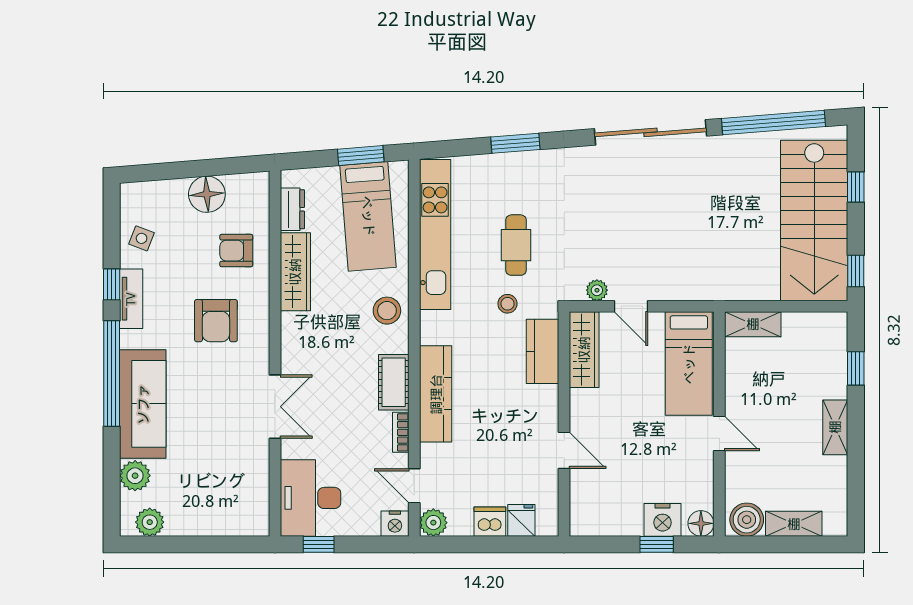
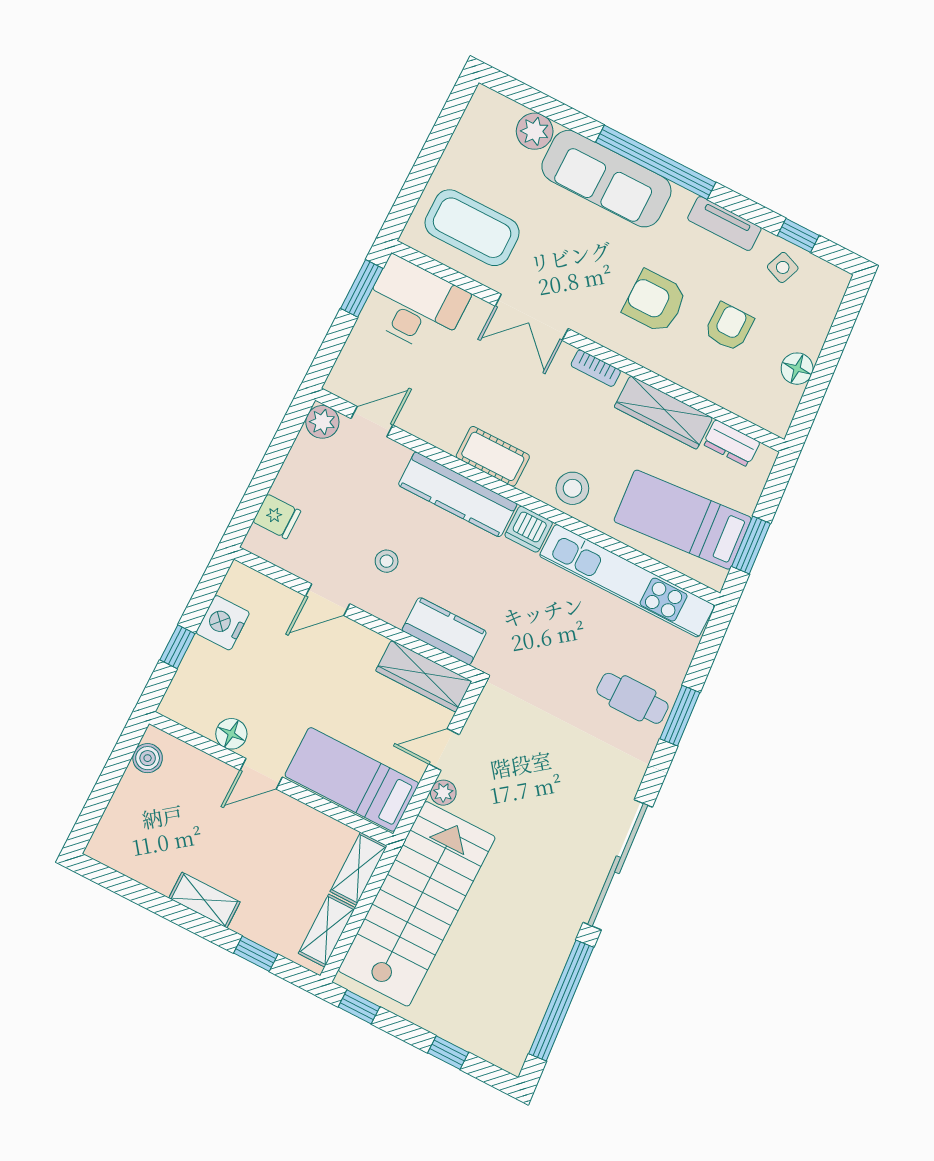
floor lamp: (207, 194) -> (797, 369), width x0.73, depth x0.73
stairs: (814, 220) -> (417, 904), moved, turned 90
cafe table: (516, 245) -> (632, 698), moved
armchair: (236, 251) -> (729, 327), moved
window: (112, 284) -> (798, 235), moved
plant: (597, 290) -> (443, 793), moved
stool: (507, 304) -> (387, 561), moved
bookcase: (401, 432) -> (596, 368), moved, turned 180
coffee table: (231, 485) -> (472, 228), added
nightstand: (663, 520) -> (223, 623), moved
boiler: (747, 520) -> (148, 758), width x0.73, depth x0.73
plant: (150, 522) -> (477, 121), removed
dishwasher: (490, 522) -> (529, 529), moved, turned 90
floor lamp: (701, 523) -> (231, 734), moved
nightstand: (395, 524) -> (342, 381), removed
shelving: (794, 524) -> (327, 931), moved
window: (319, 544) -> (362, 288), width x1.50

